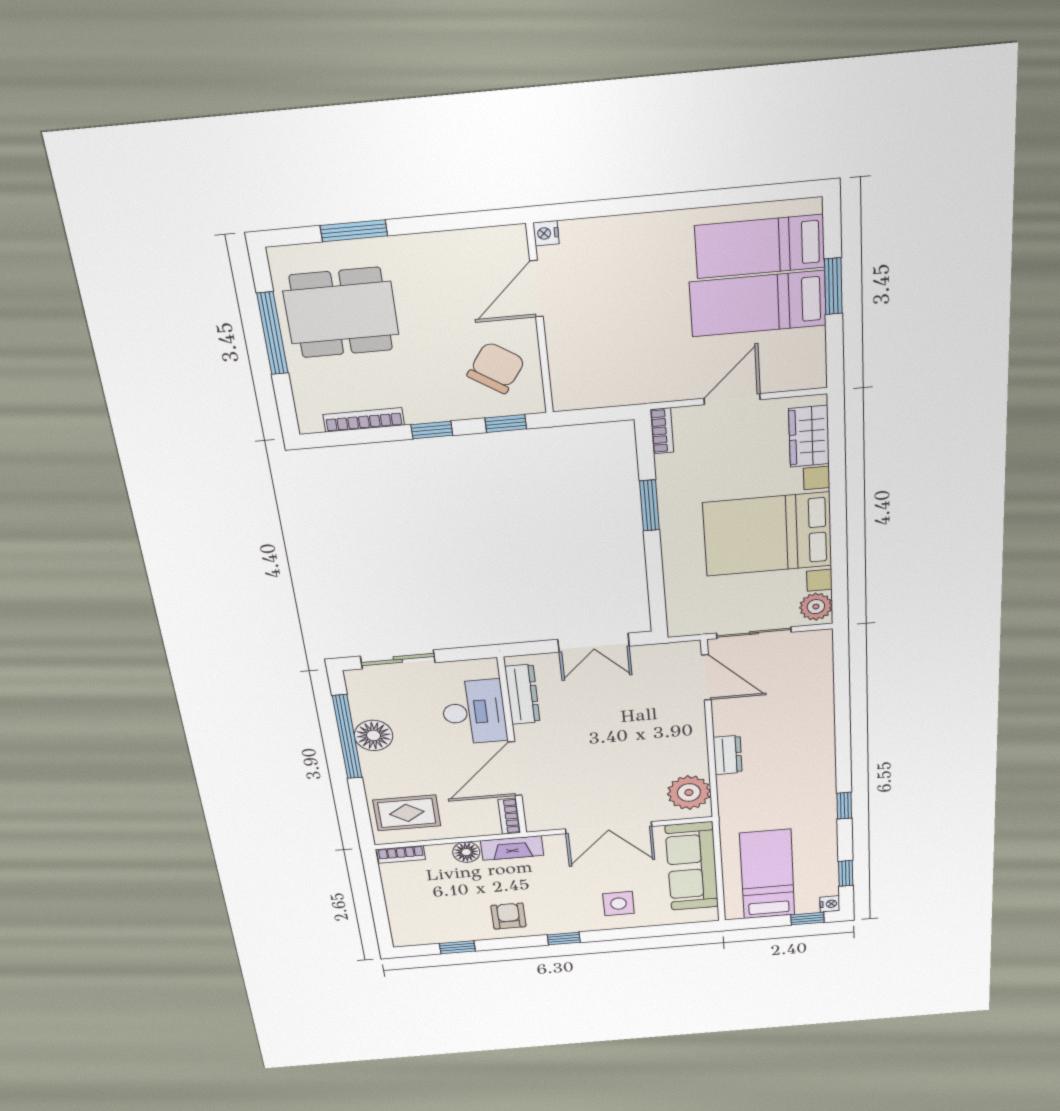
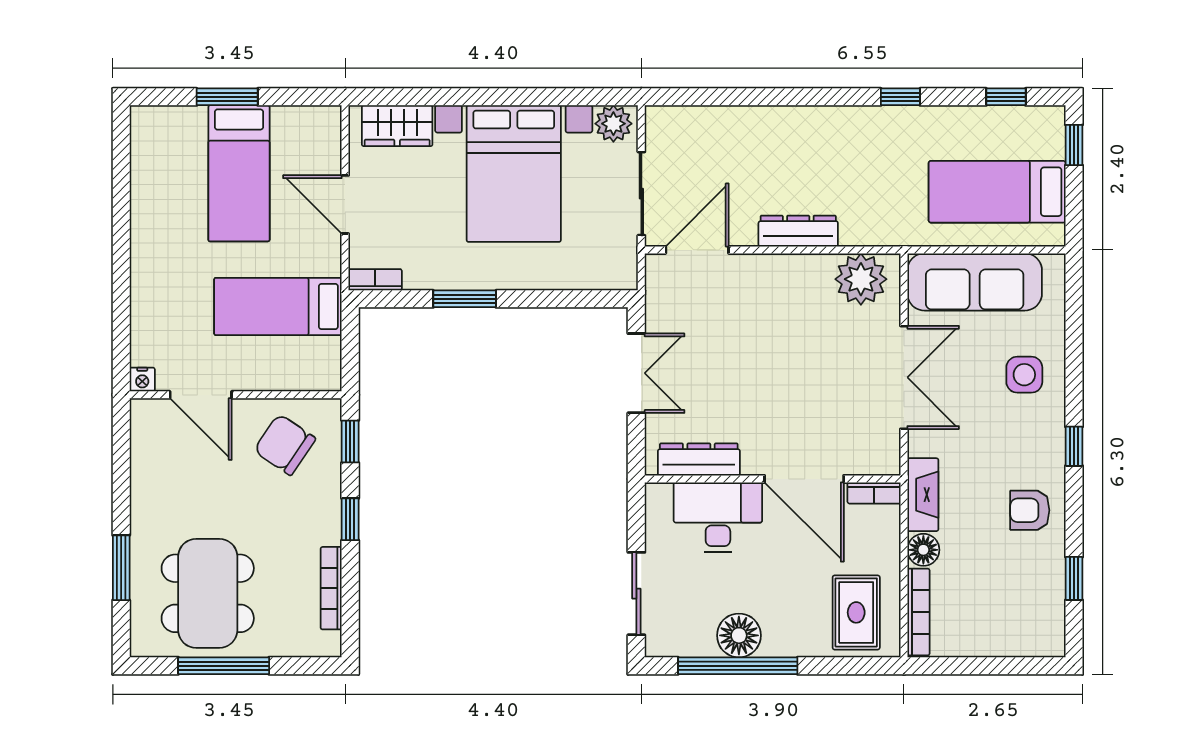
bed: (760, 247) -> (278, 306), moved, turned 90
dresser: (728, 755) -> (798, 231), width x1.44
bookcase: (401, 854) -> (918, 612), width x1.56
nightstand: (830, 904) -> (1053, 117), removed

